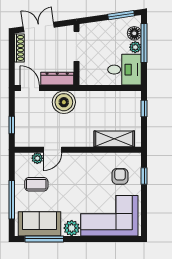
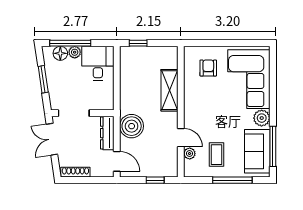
window: (121, 15) -> (43, 79), moved
double door: (39, 27) -> (52, 139), moved
door: (30, 88) -> (117, 161), swing flipped
shelving: (114, 139) -> (169, 90), moved
armchair: (120, 176) -> (208, 68), turned 90
window: (144, 176) -> (208, 43), removed

